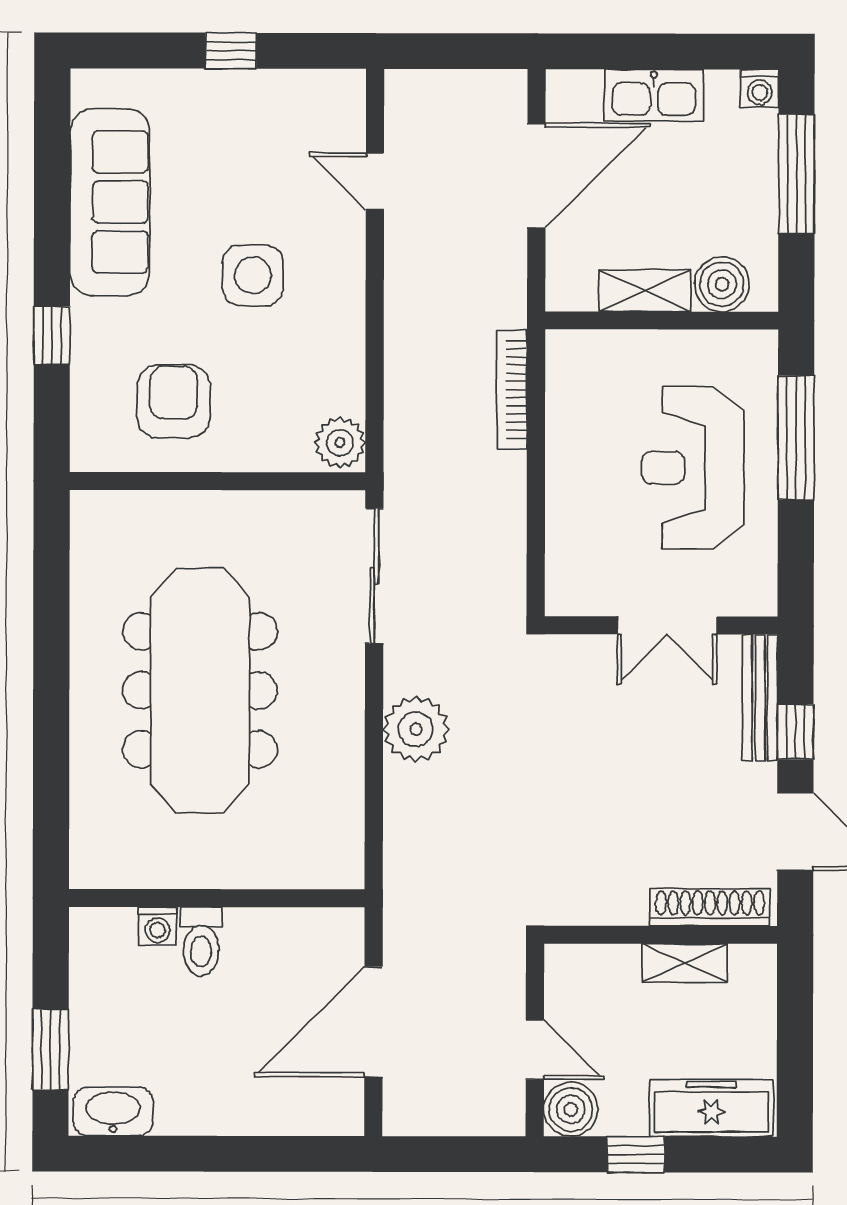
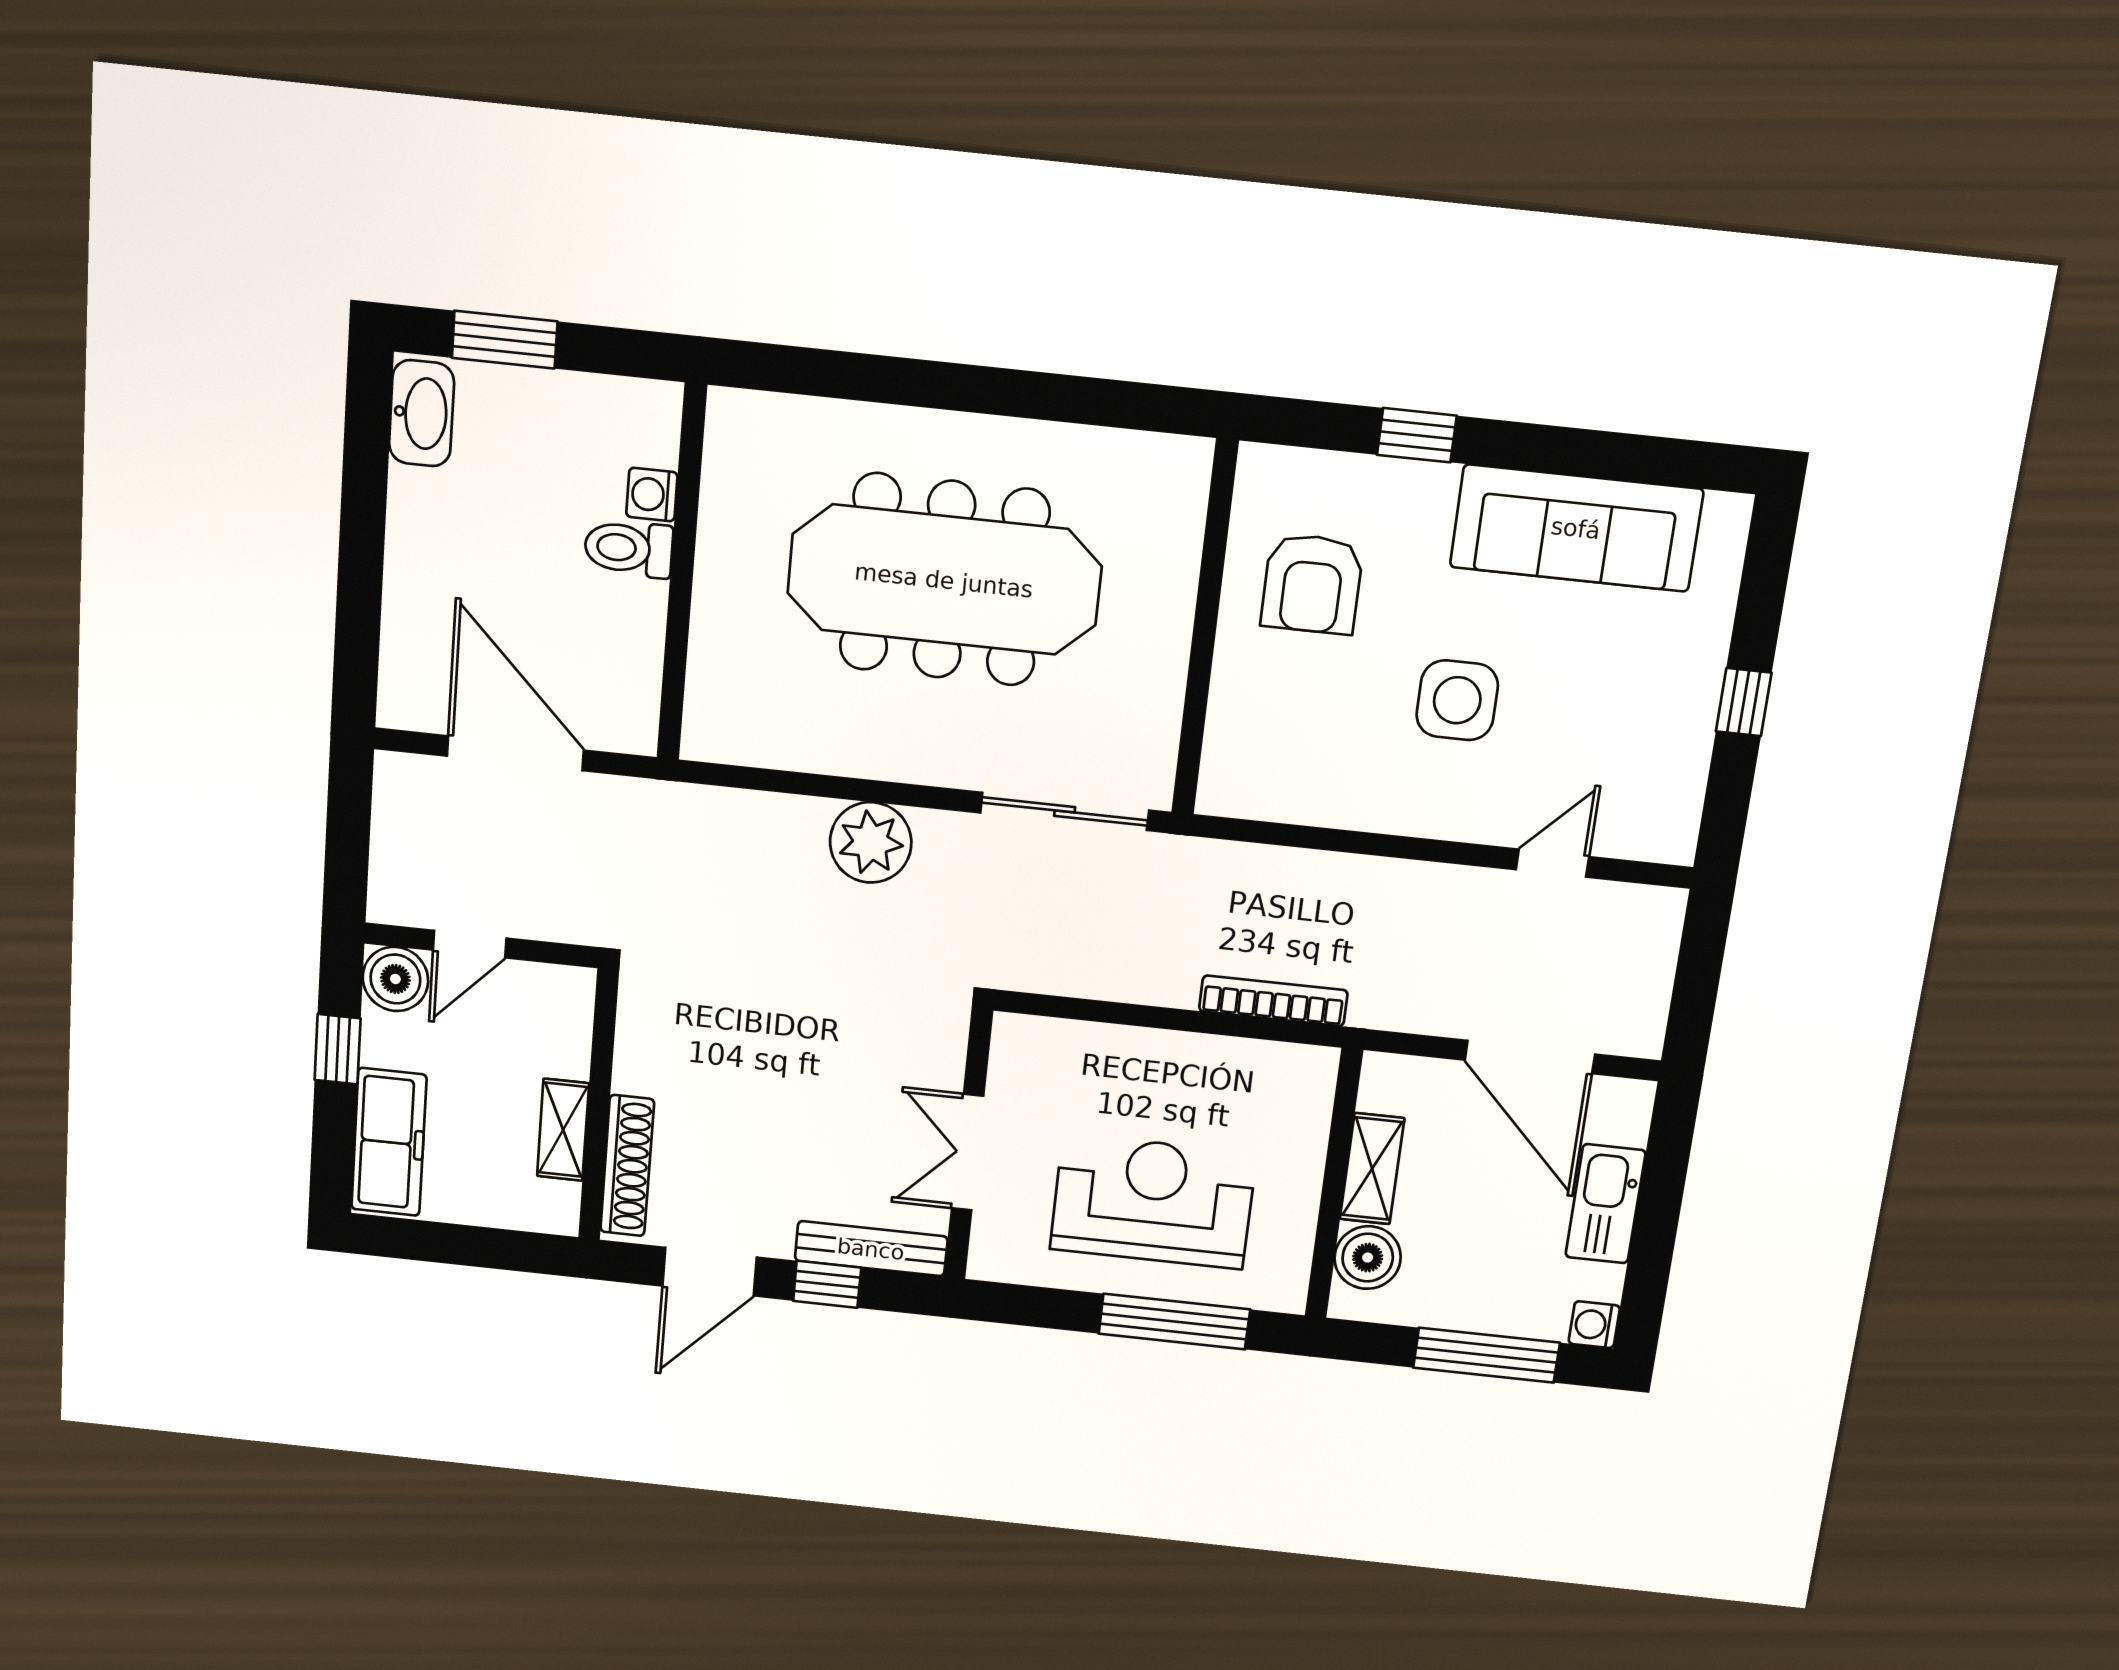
armchair: (174, 401) -> (1312, 584), turned 90
plant: (340, 443) -> (1234, 787), removed

